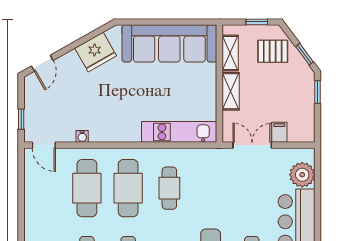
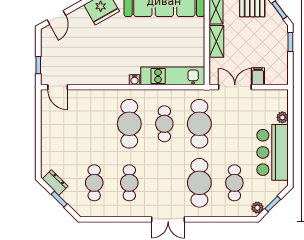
water cooler: (82, 136) -> (134, 80), moved
plant: (302, 175) -> (282, 117), width x0.53, depth x0.53
cafe table: (87, 188) -> (199, 124), moved

